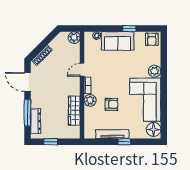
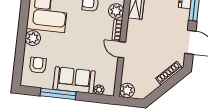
window: (129, 29) -> (58, 94), width x2.17
armchair: (152, 39) -> (38, 65), moved
door: (82, 70) -> (122, 50), swing flipped

